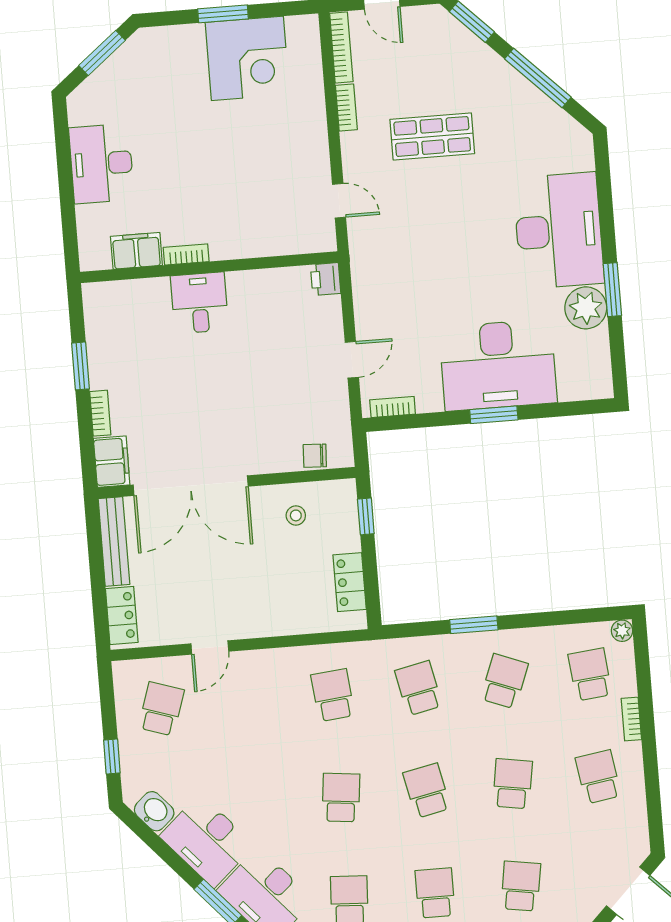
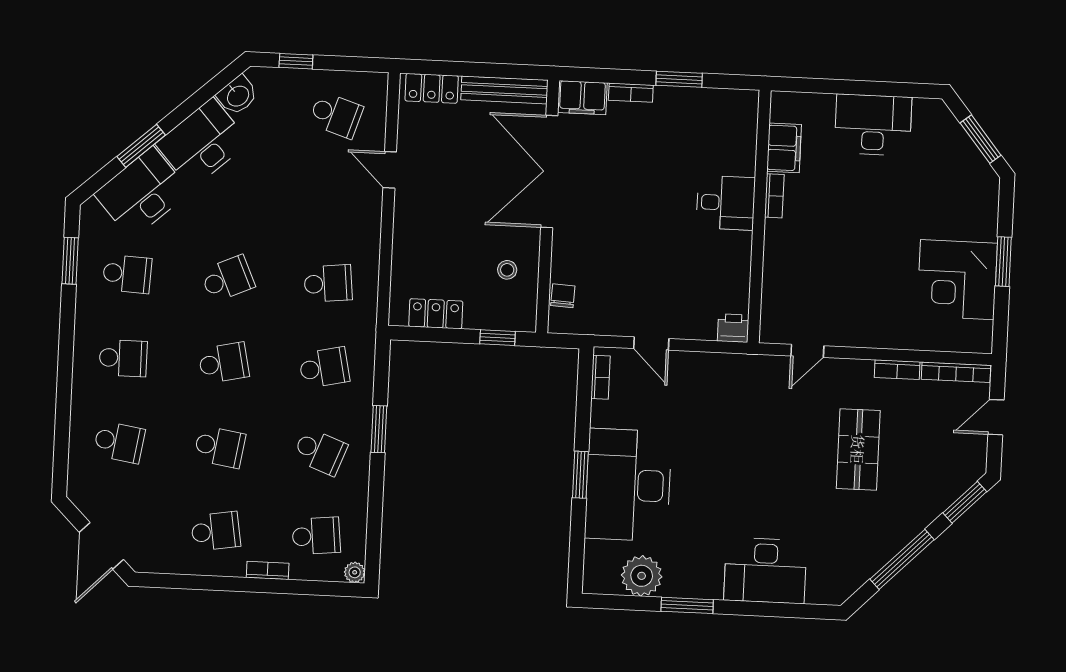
desk: (559, 231) -> (765, 571), width x0.73, depth x0.77
plant: (586, 308) -> (642, 576), moved
school desk: (341, 797) -> (228, 279), turned -30

